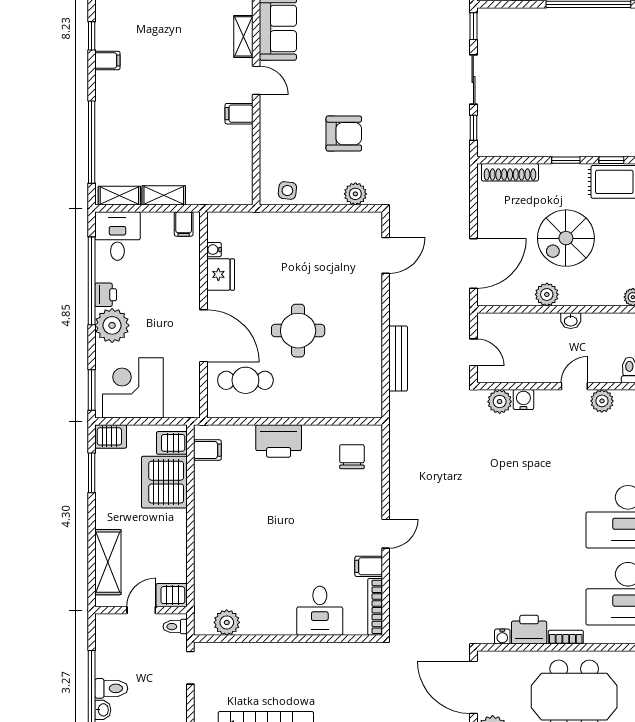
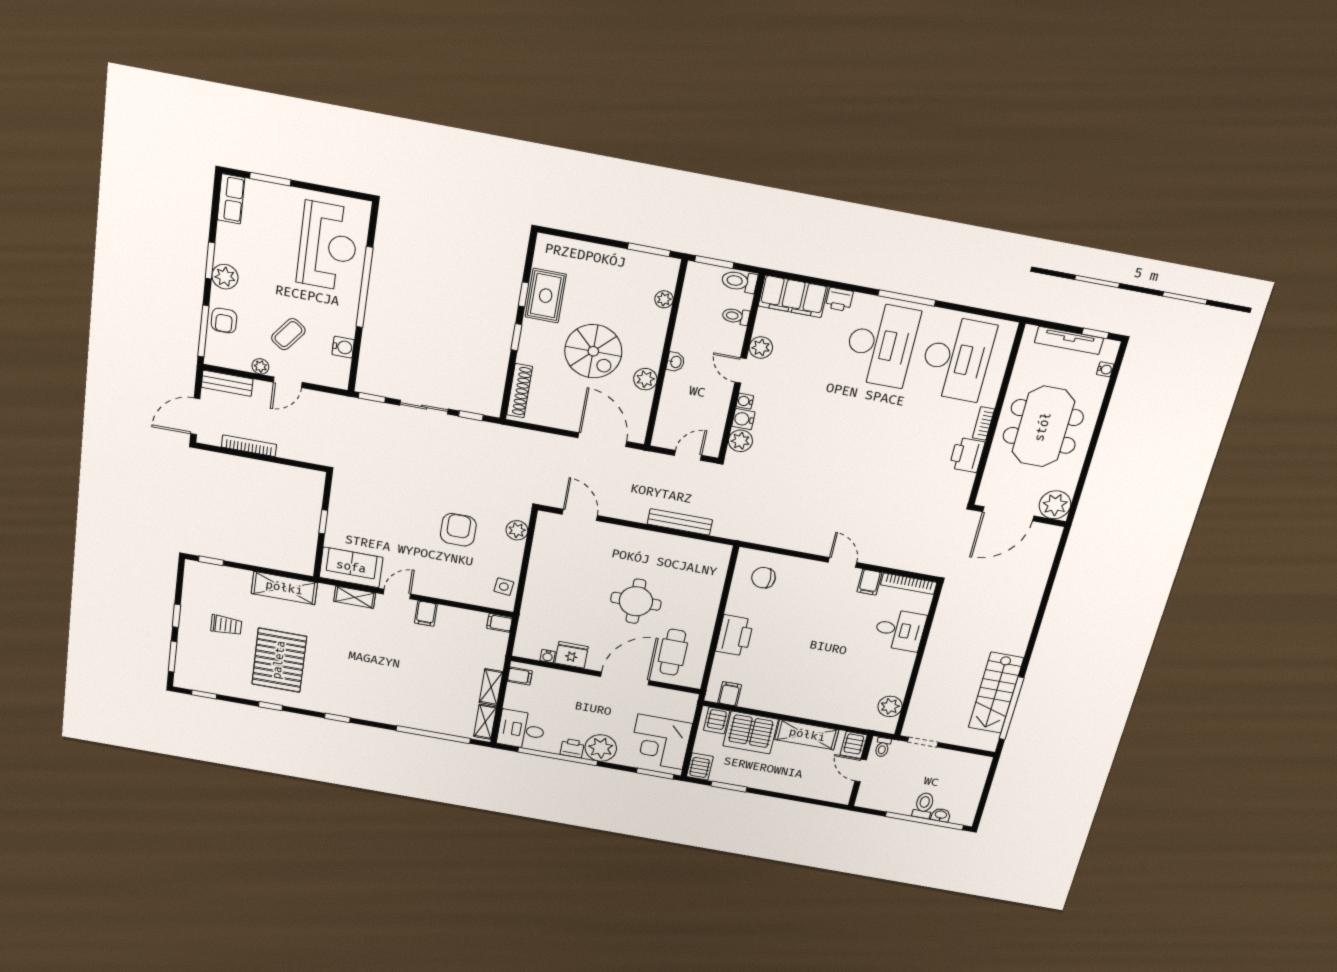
filing cabinet: (107, 60) -> (500, 623), moved, turned -90
shelving: (108, 562) -> (807, 735), moved
water cooler: (502, 637) -> (745, 401), moved, turned 180

